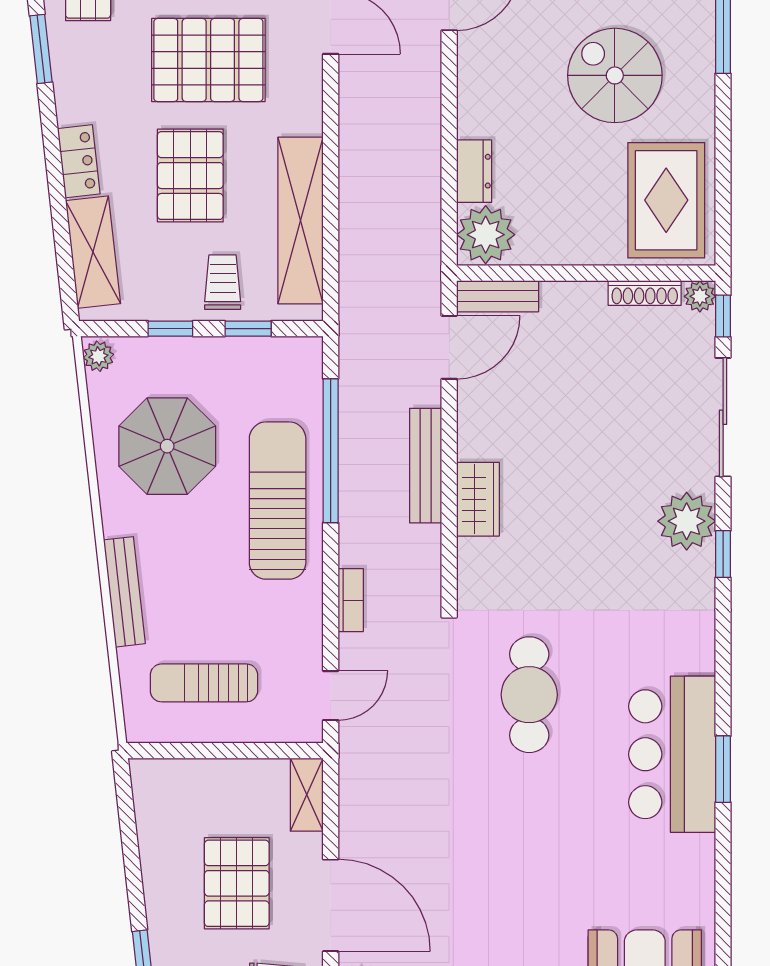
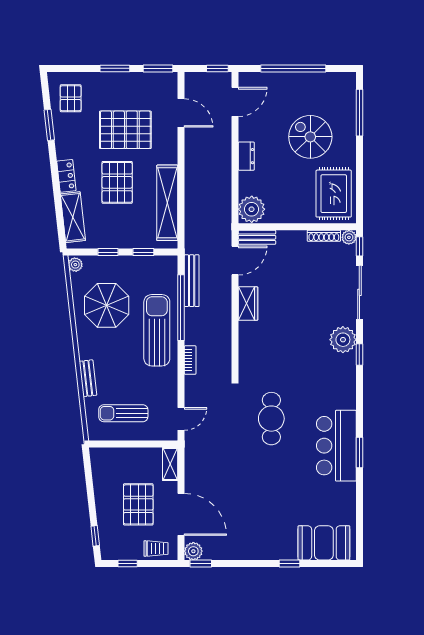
dresser: (474, 171) -> (246, 156), moved
trolley: (223, 282) -> (132, 231), removed
bench: (426, 466) -> (192, 281), moved
wardrobe: (478, 499) -> (248, 304), moved
bench: (124, 592) -> (88, 378), width x0.73
bookcase: (351, 600) -> (190, 360), moved

